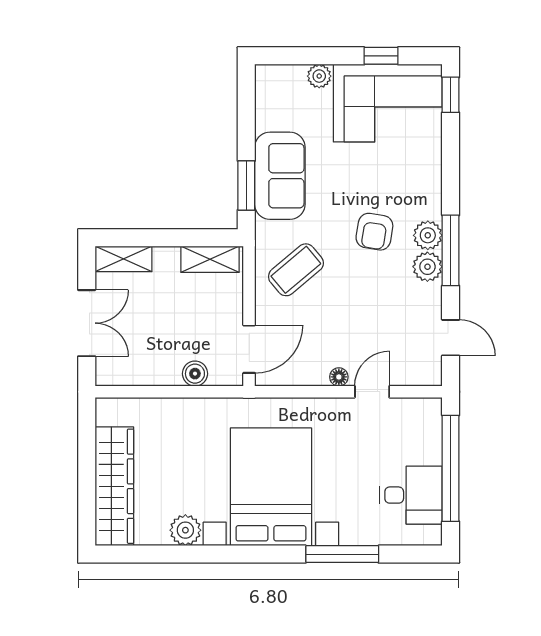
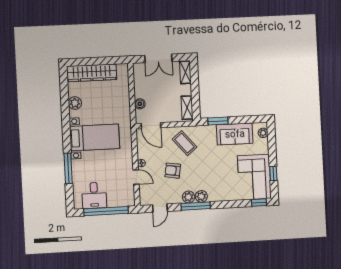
plant: (319, 76) -> (263, 133), moved
sofa: (280, 176) -> (235, 134), moved
armchair: (374, 232) -> (173, 171), moved
bed with nightstands: (271, 487) -> (95, 137), width x0.73

